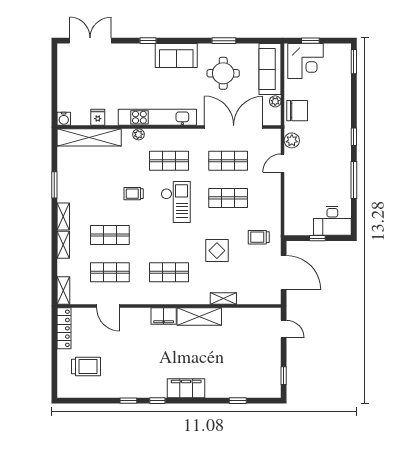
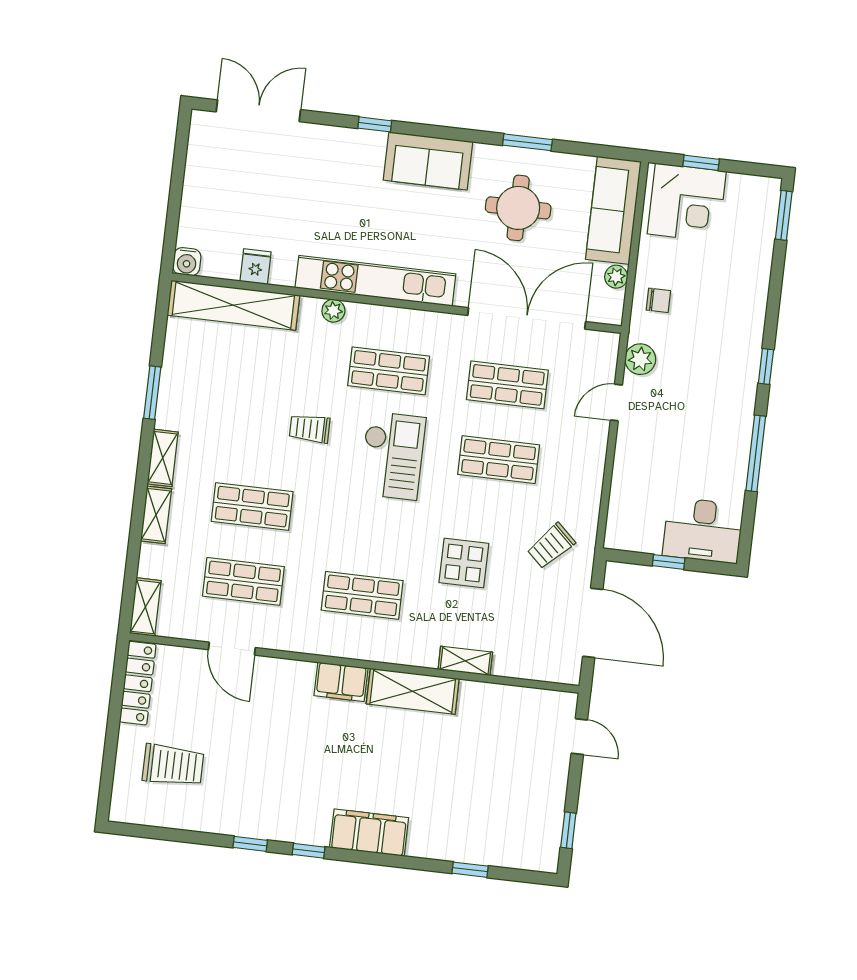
chair: (297, 111) -> (658, 300), width x0.54, depth x0.54
trolley: (259, 237) -> (551, 546), turned -47

